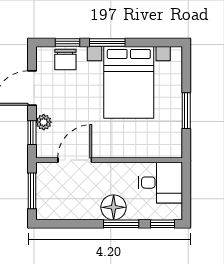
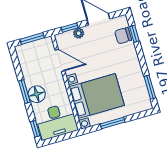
window: (107, 43) -> (150, 87), moved
bed with nightstands: (129, 82) -> (97, 96), moved, turned 180
desk: (160, 183) -> (56, 121), width x1.37
window: (121, 224) -> (24, 92), moved

